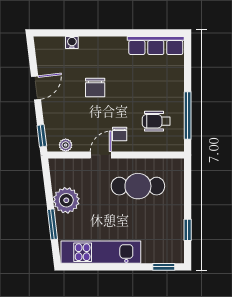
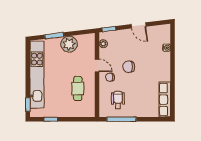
chair: (95, 88) -> (129, 67), moved
cafe table: (138, 186) -> (78, 88), width x0.73, depth x0.74
kitchen unit: (101, 252) -> (37, 75), width x1.36

